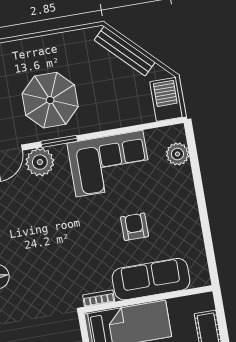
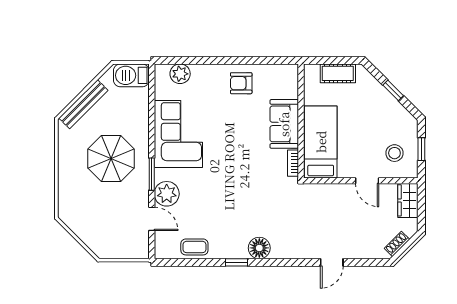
parasol: (50, 100) -> (111, 159), moved
armchair: (135, 227) -> (241, 83), moved
sofa: (151, 279) -> (284, 124), width x0.73

